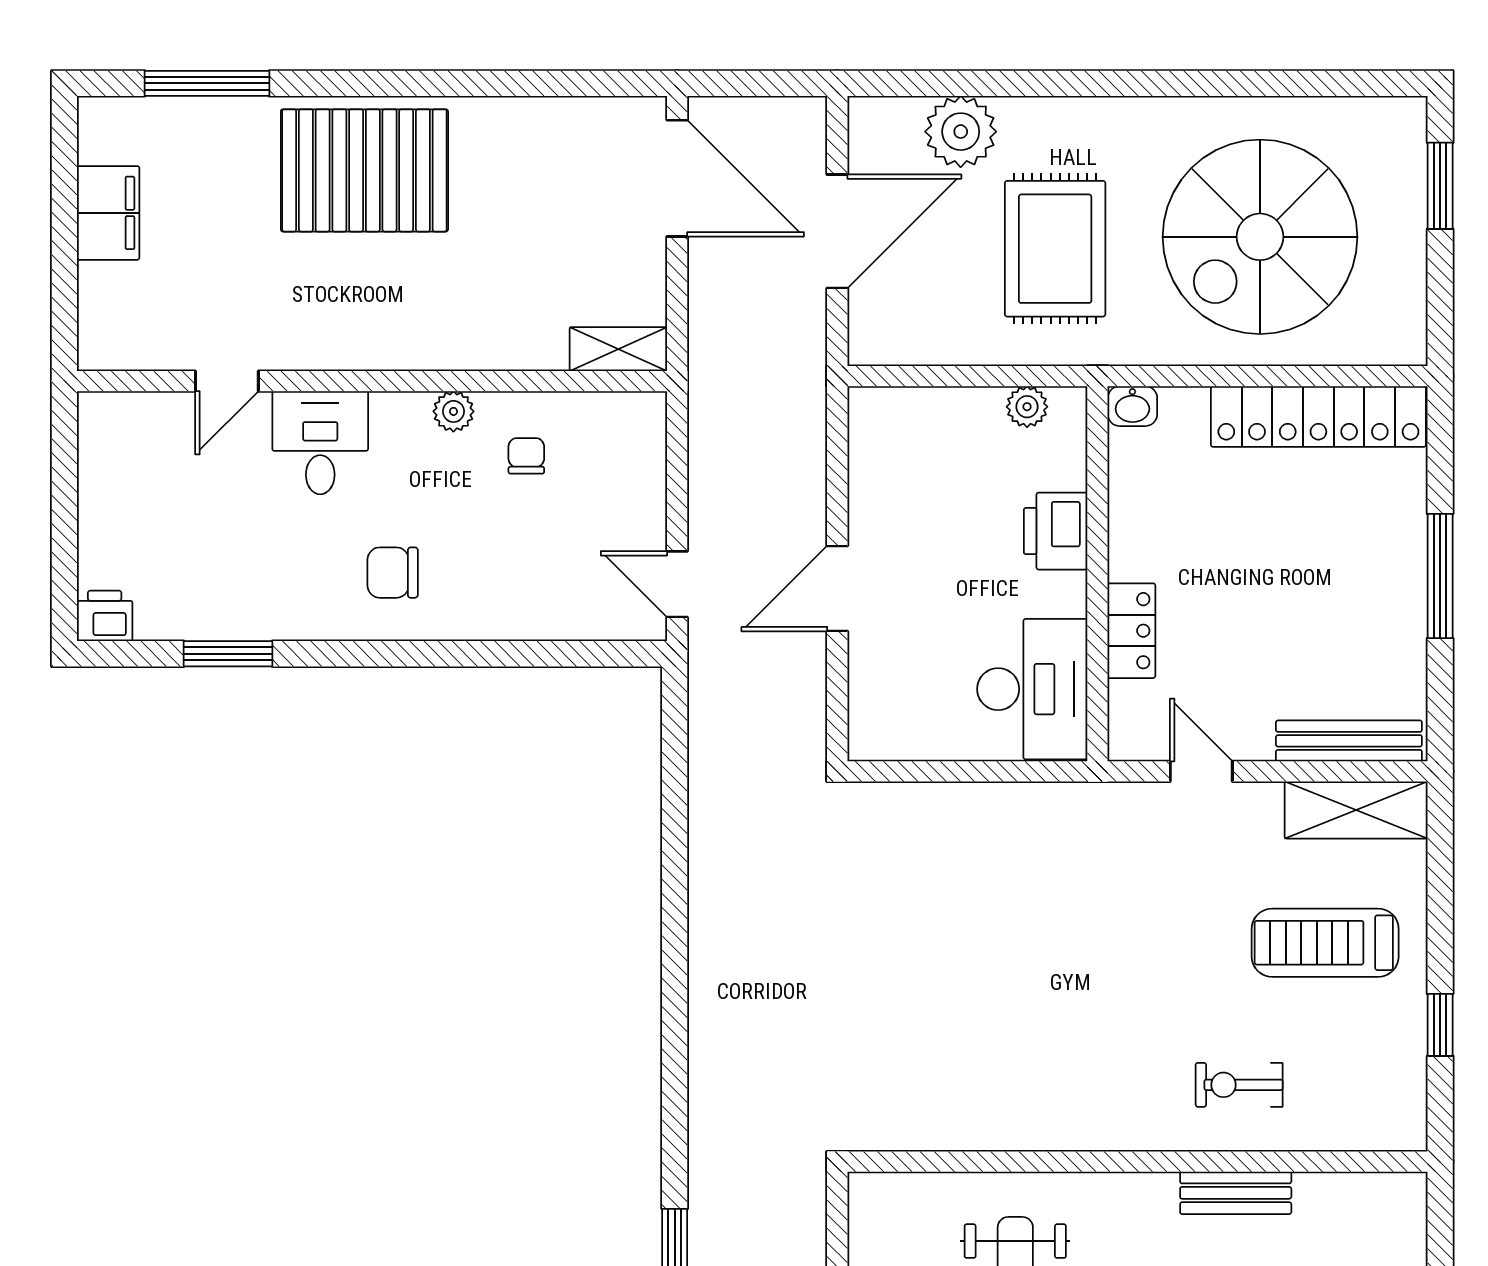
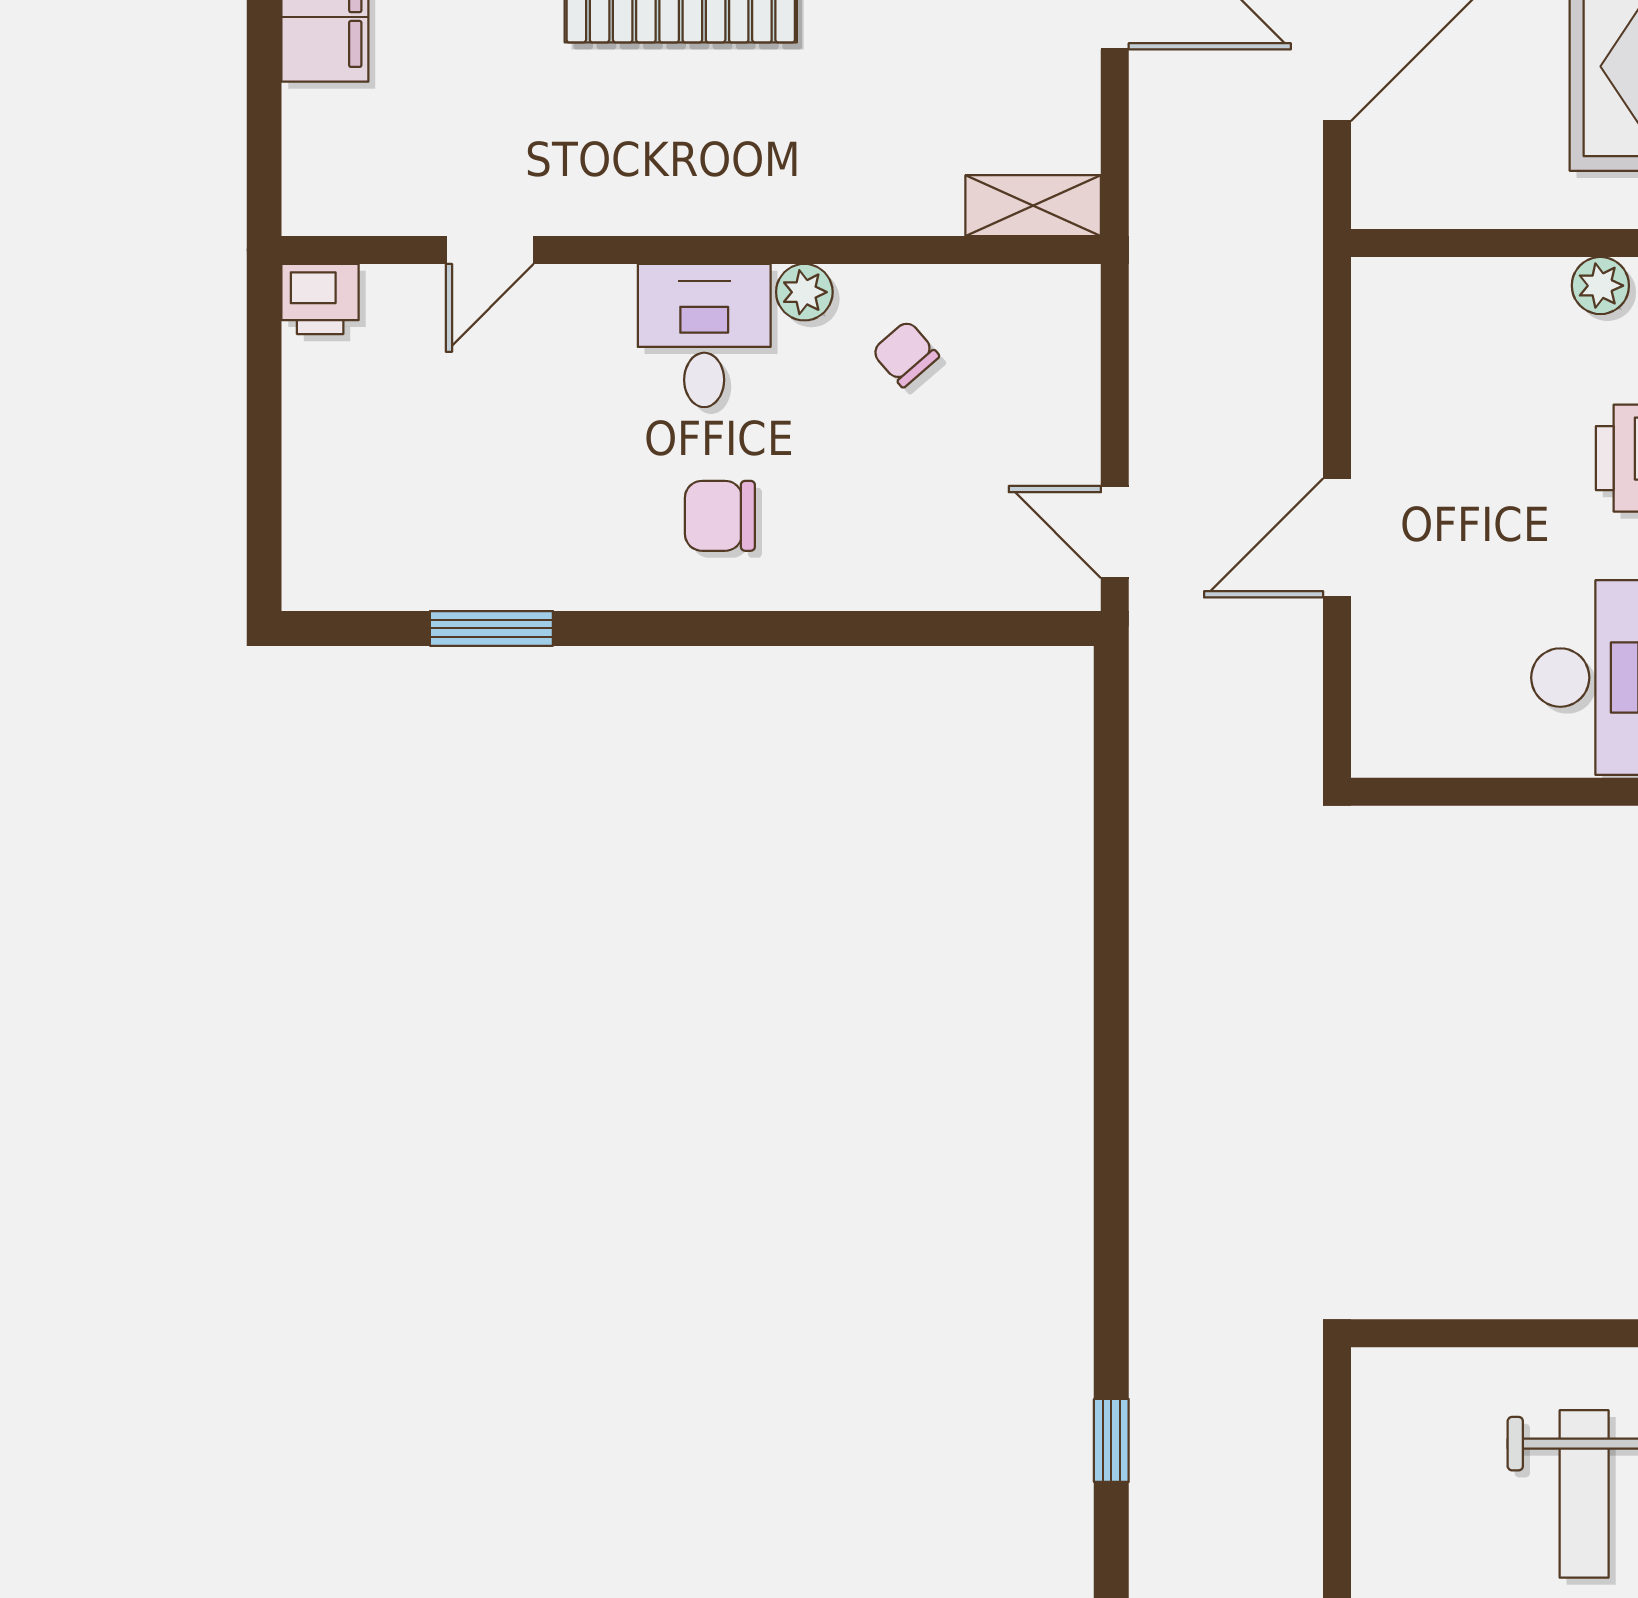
desk: (320, 443) -> (704, 335), moved
chair: (526, 456) -> (905, 354), turned -41
printer: (105, 616) -> (320, 299), moved, turned 180

